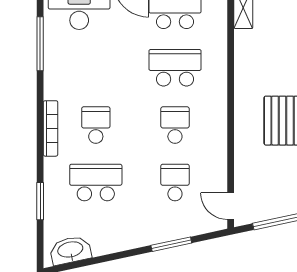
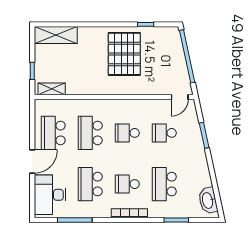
school desk: (96, 68) -> (90, 184), added

